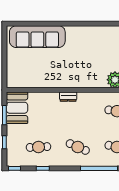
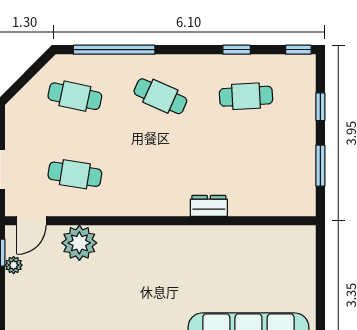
dresser: (68, 97) -> (209, 206), moved
booth: (17, 108) -> (293, 182), removed

